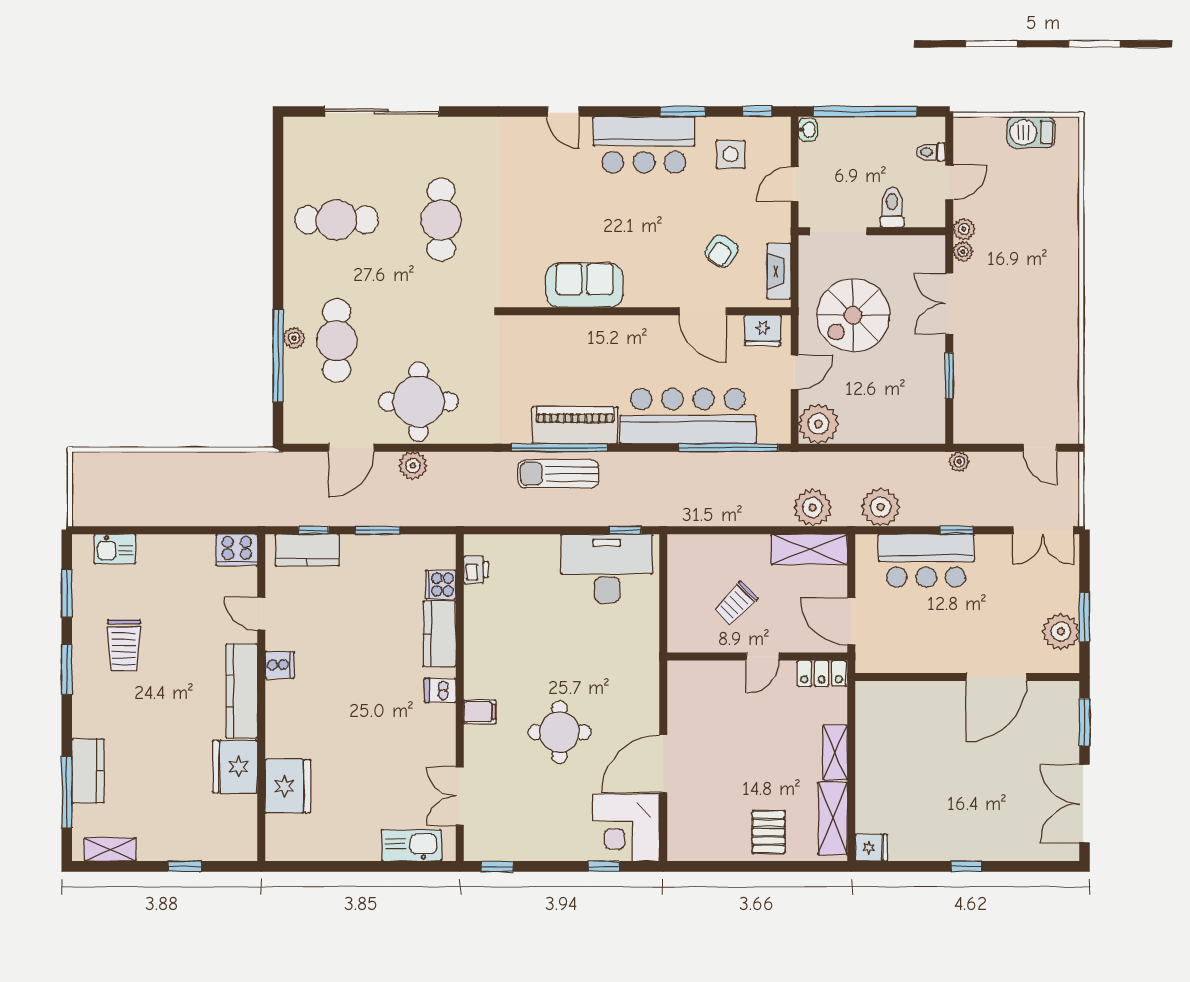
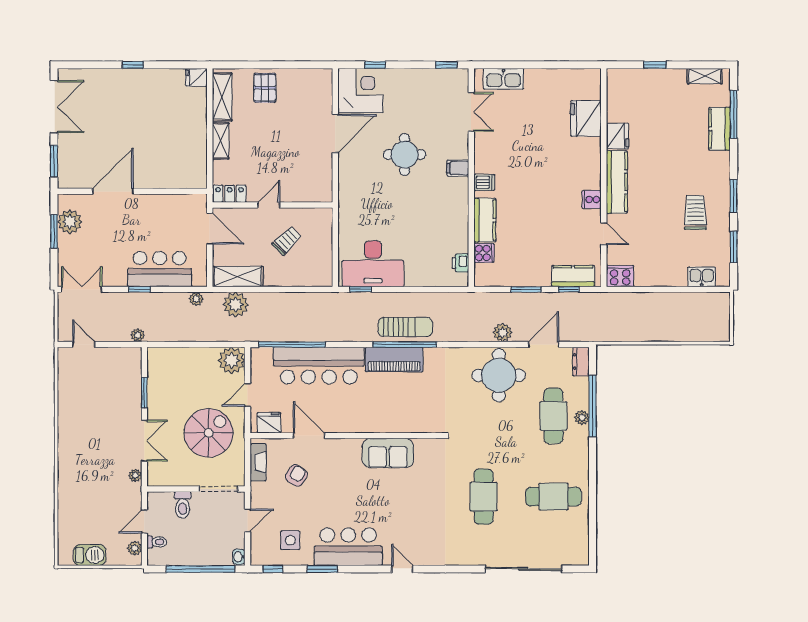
plant: (964, 229) -> (135, 548), moved
dresser: (295, 422) -> (581, 362), added
plant: (881, 507) -> (196, 299), width x0.53, depth x0.53
fridge: (235, 767) -> (617, 136), width x0.73, depth x0.75

